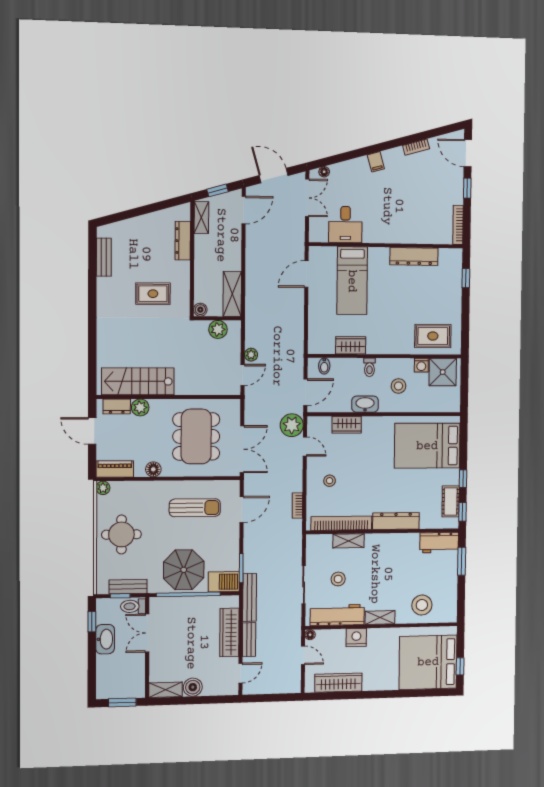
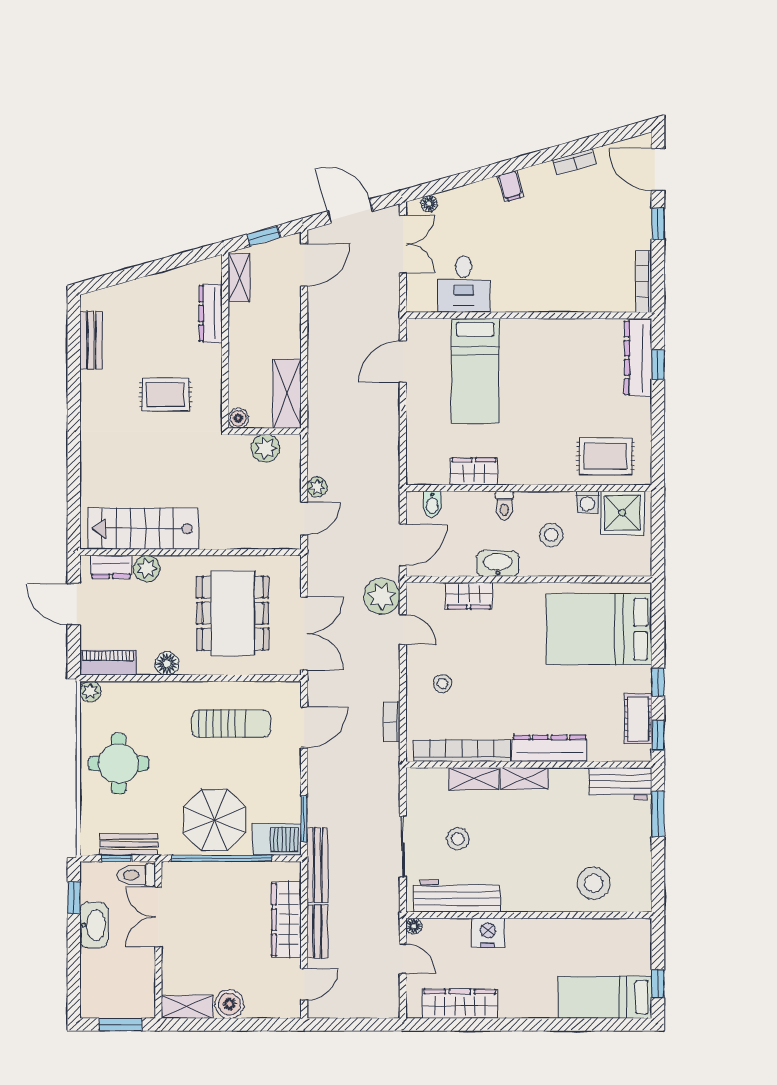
dresser: (414, 256) -> (638, 358), moved, turned 90
shelving: (380, 617) -> (524, 778), moved
bed: (428, 662) -> (605, 997), width x0.49

